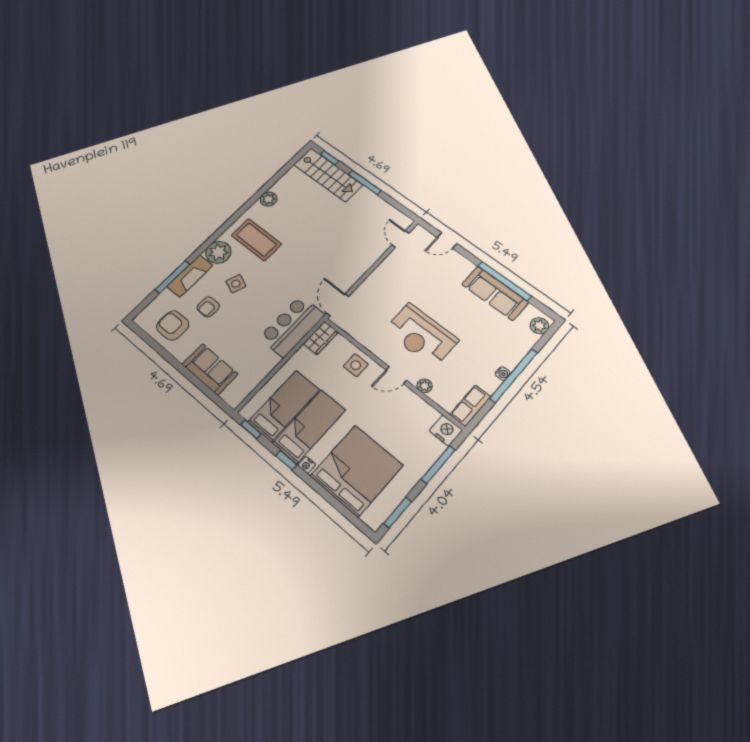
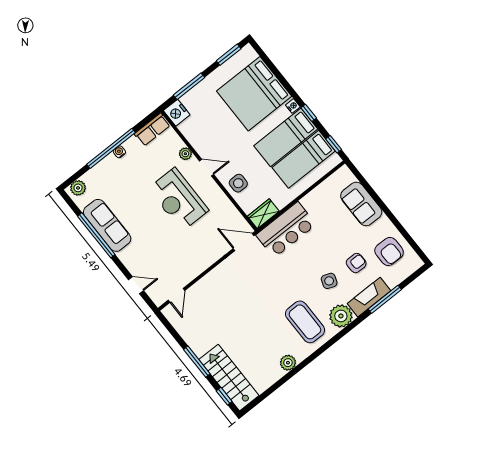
door: (338, 305) -> (244, 242), swing flipped
reception desk: (421, 335) -> (178, 199), turned 180

